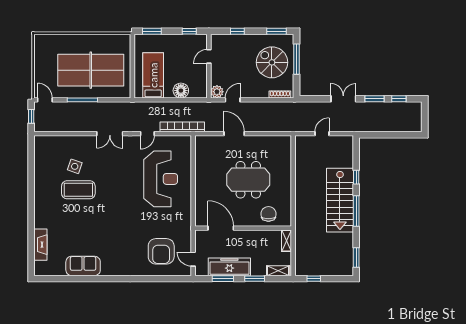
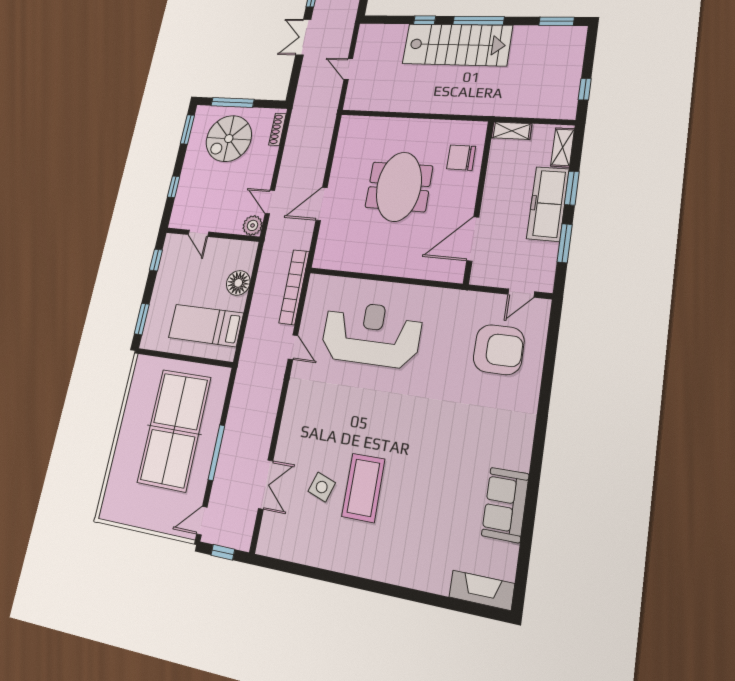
double door: (110, 134) -> (266, 485), moved
fireplace: (40, 245) -> (482, 590), moved
freezer: (229, 267) -> (548, 204), moved

